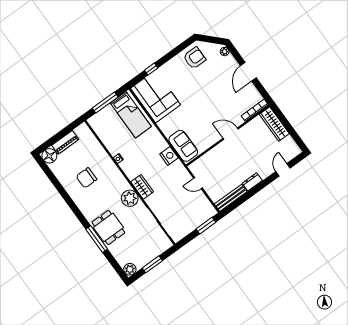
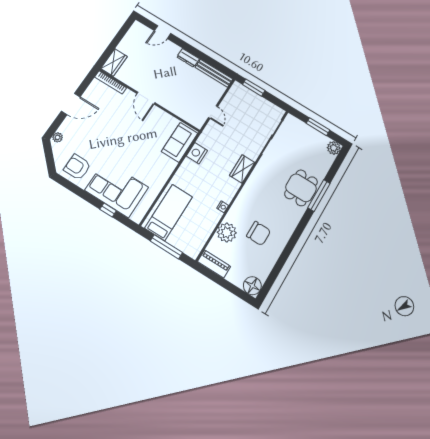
corner sofa: (156, 97) -> (117, 189), moved, turned 90
wardrobe: (274, 124) -> (114, 62), width x0.67
piano: (65, 142) -> (214, 264), moved
plant: (130, 198) -> (227, 233), moved

